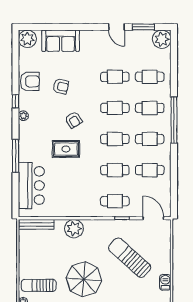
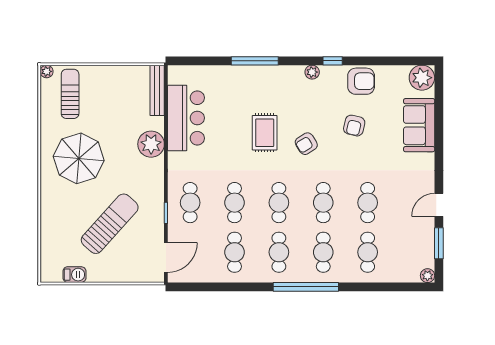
plant: (162, 39) -> (427, 276), width x0.53, depth x0.53
armchair: (30, 81) -> (361, 81), turned -90
bar counter: (31, 185) -> (186, 118), moved, turned -90

